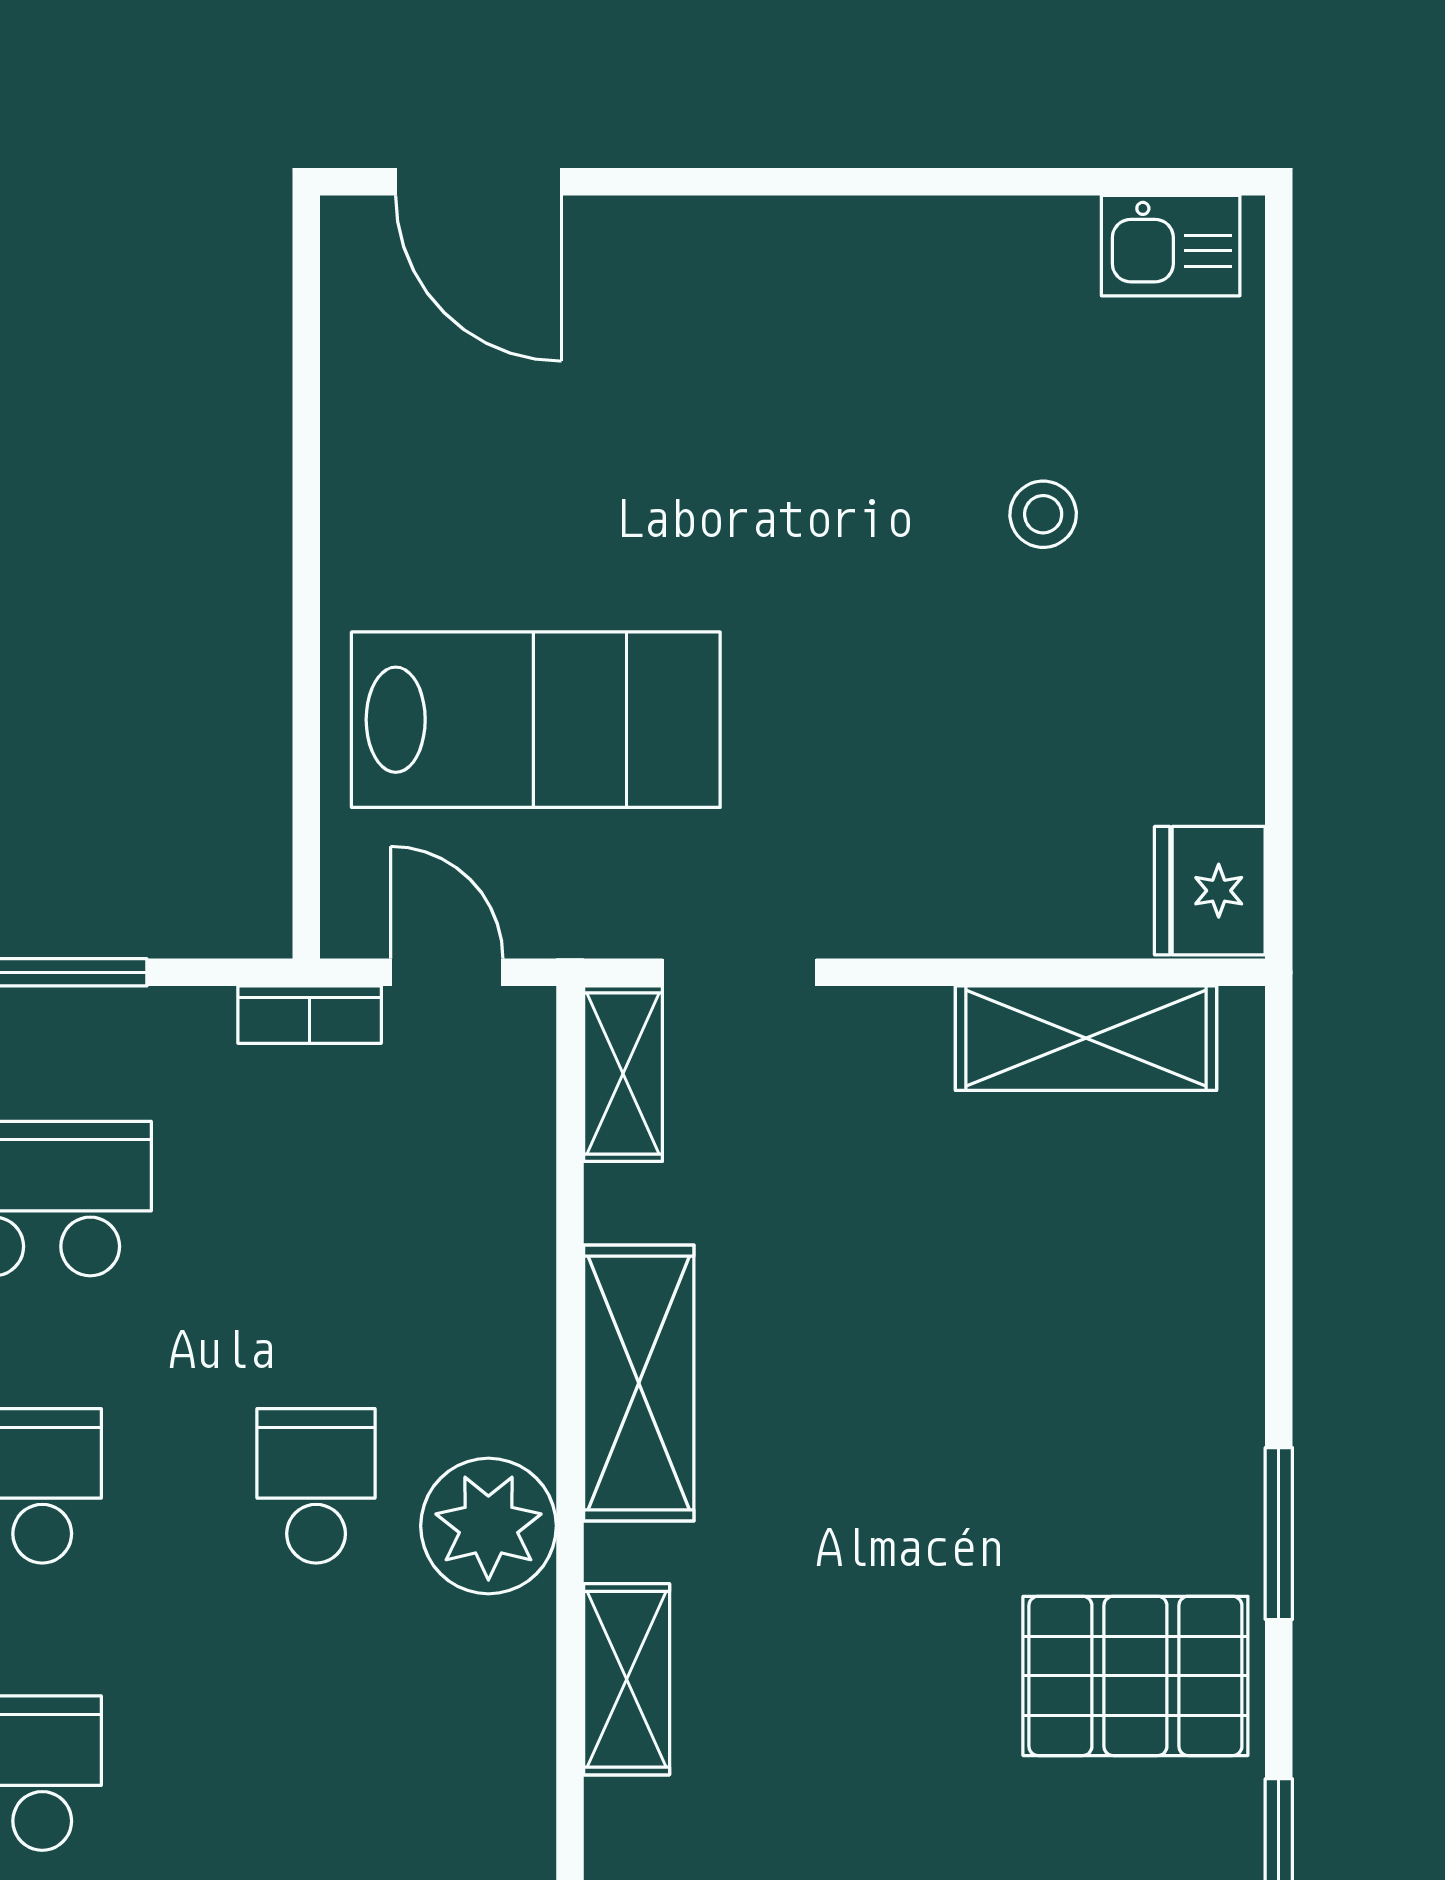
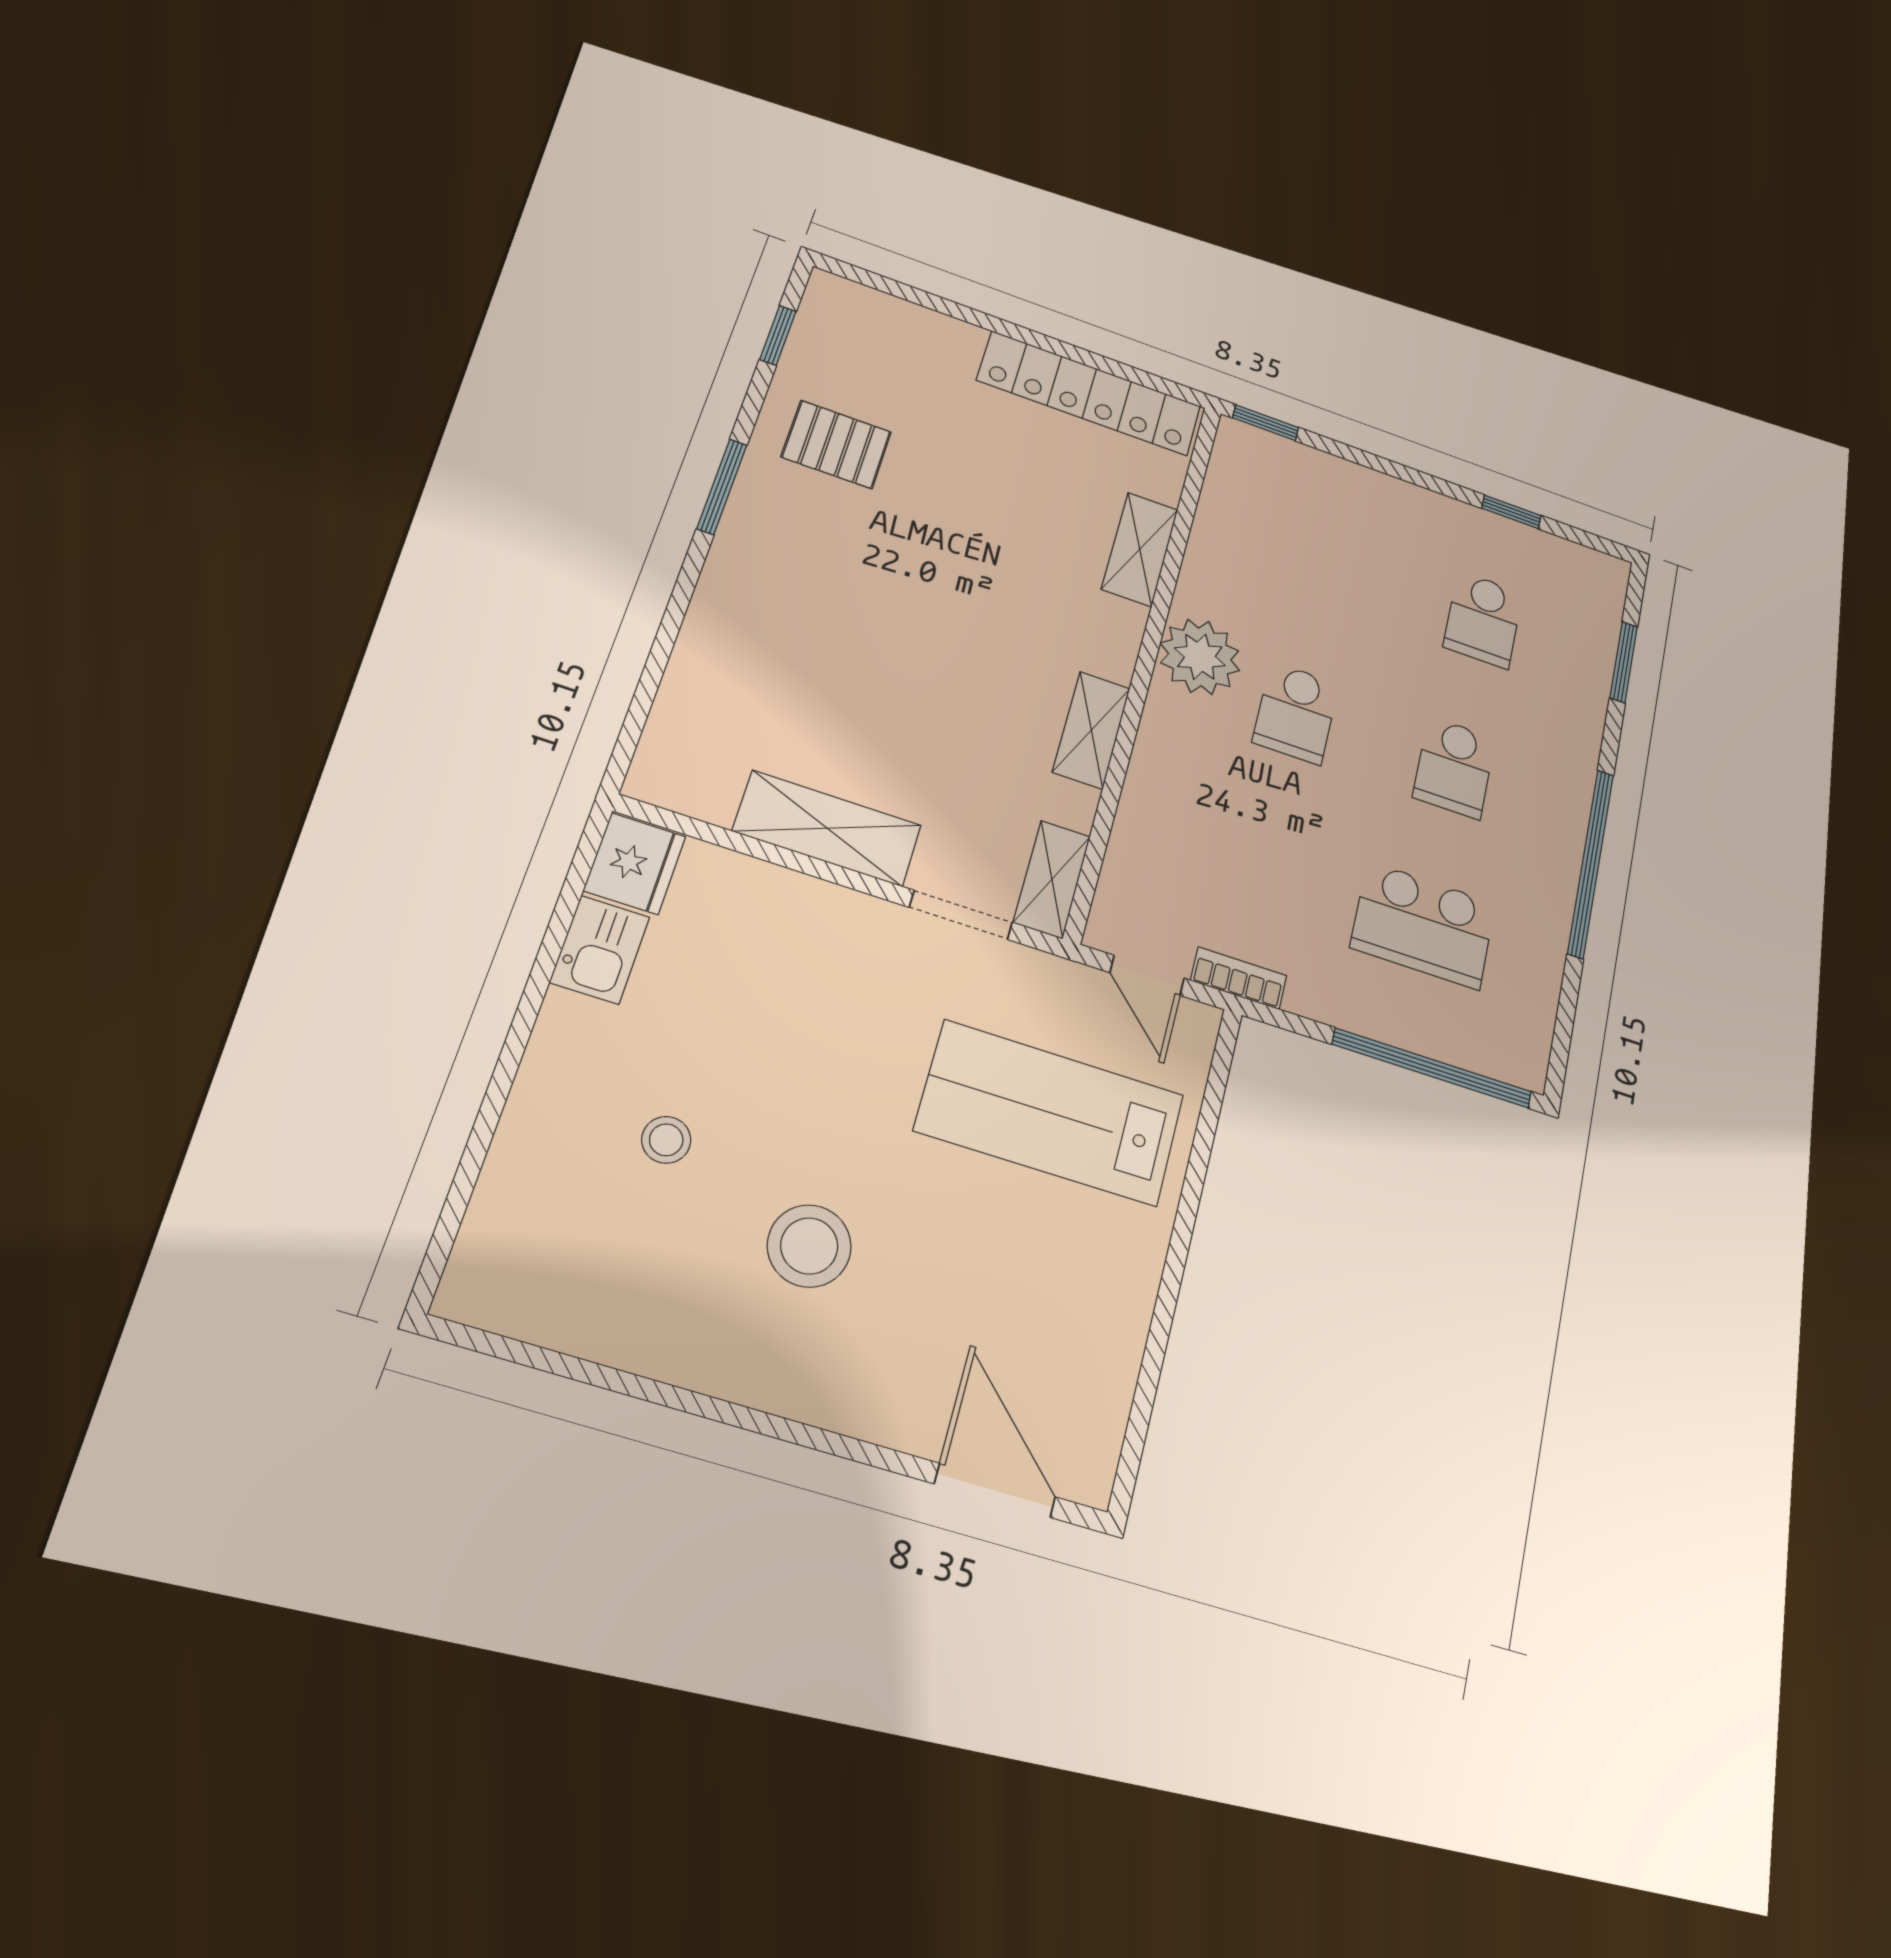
kitchen sink: (1171, 246) -> (600, 950), moved, turned 90
stool: (813, 430) -> (809, 1246), added
shelving: (1086, 1038) -> (827, 828), moved
shelving: (639, 1383) -> (1091, 730), width x0.67, depth x0.75
pallet: (1135, 1676) -> (836, 444), width x0.67, depth x0.71

